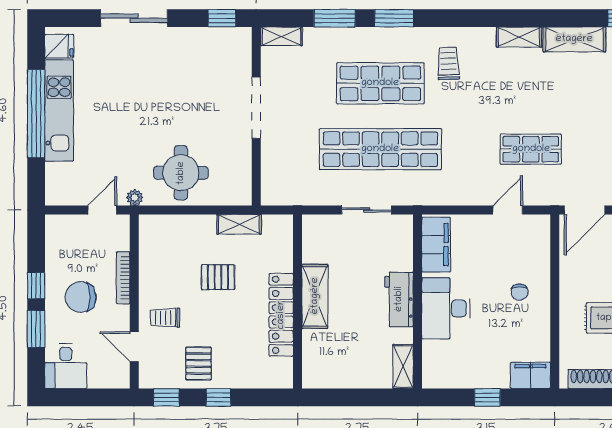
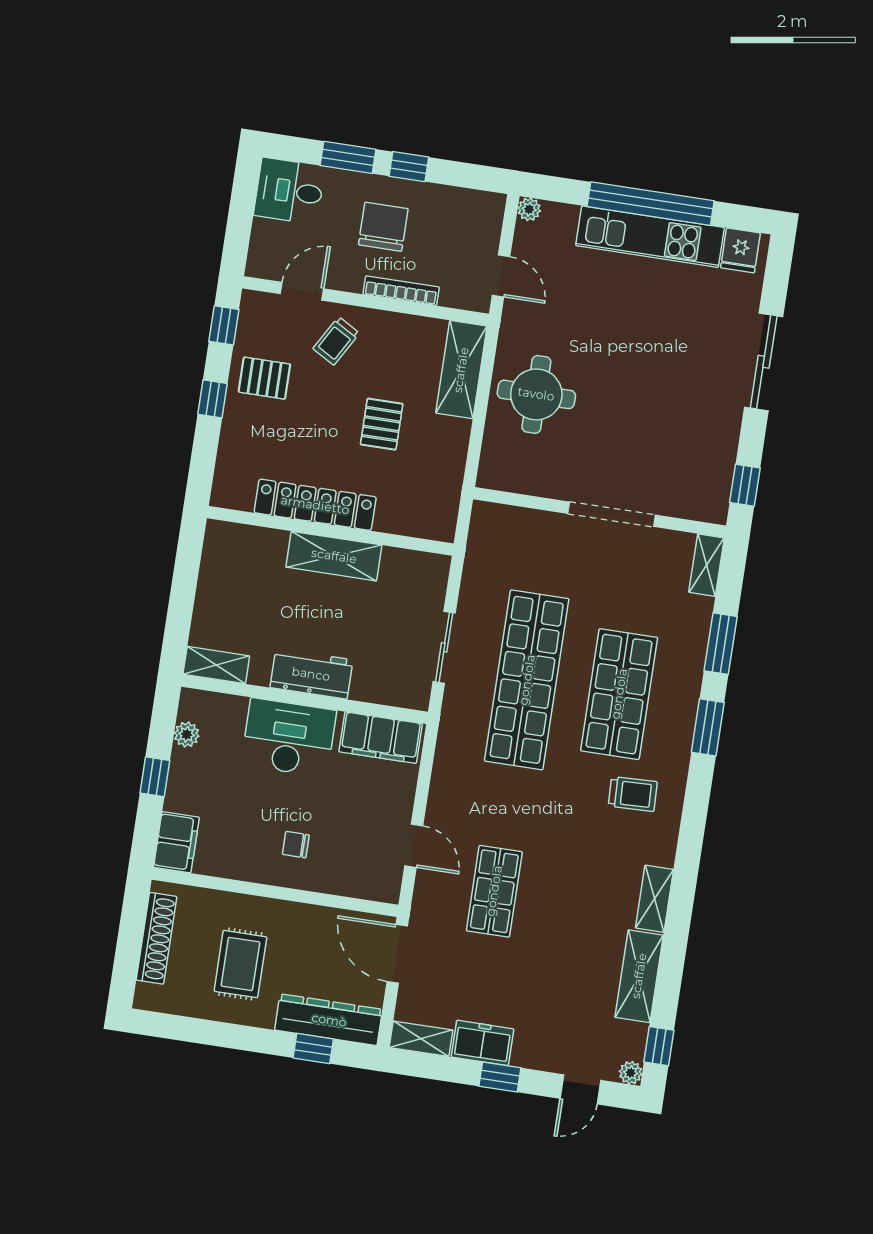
plant: (135, 197) -> (529, 209), moved
shelving: (239, 224) -> (461, 370), moved, width x1.50, depth x1.33
trolley: (165, 318) -> (336, 341), turned -150
plant: (454, 380) -> (187, 734), added

